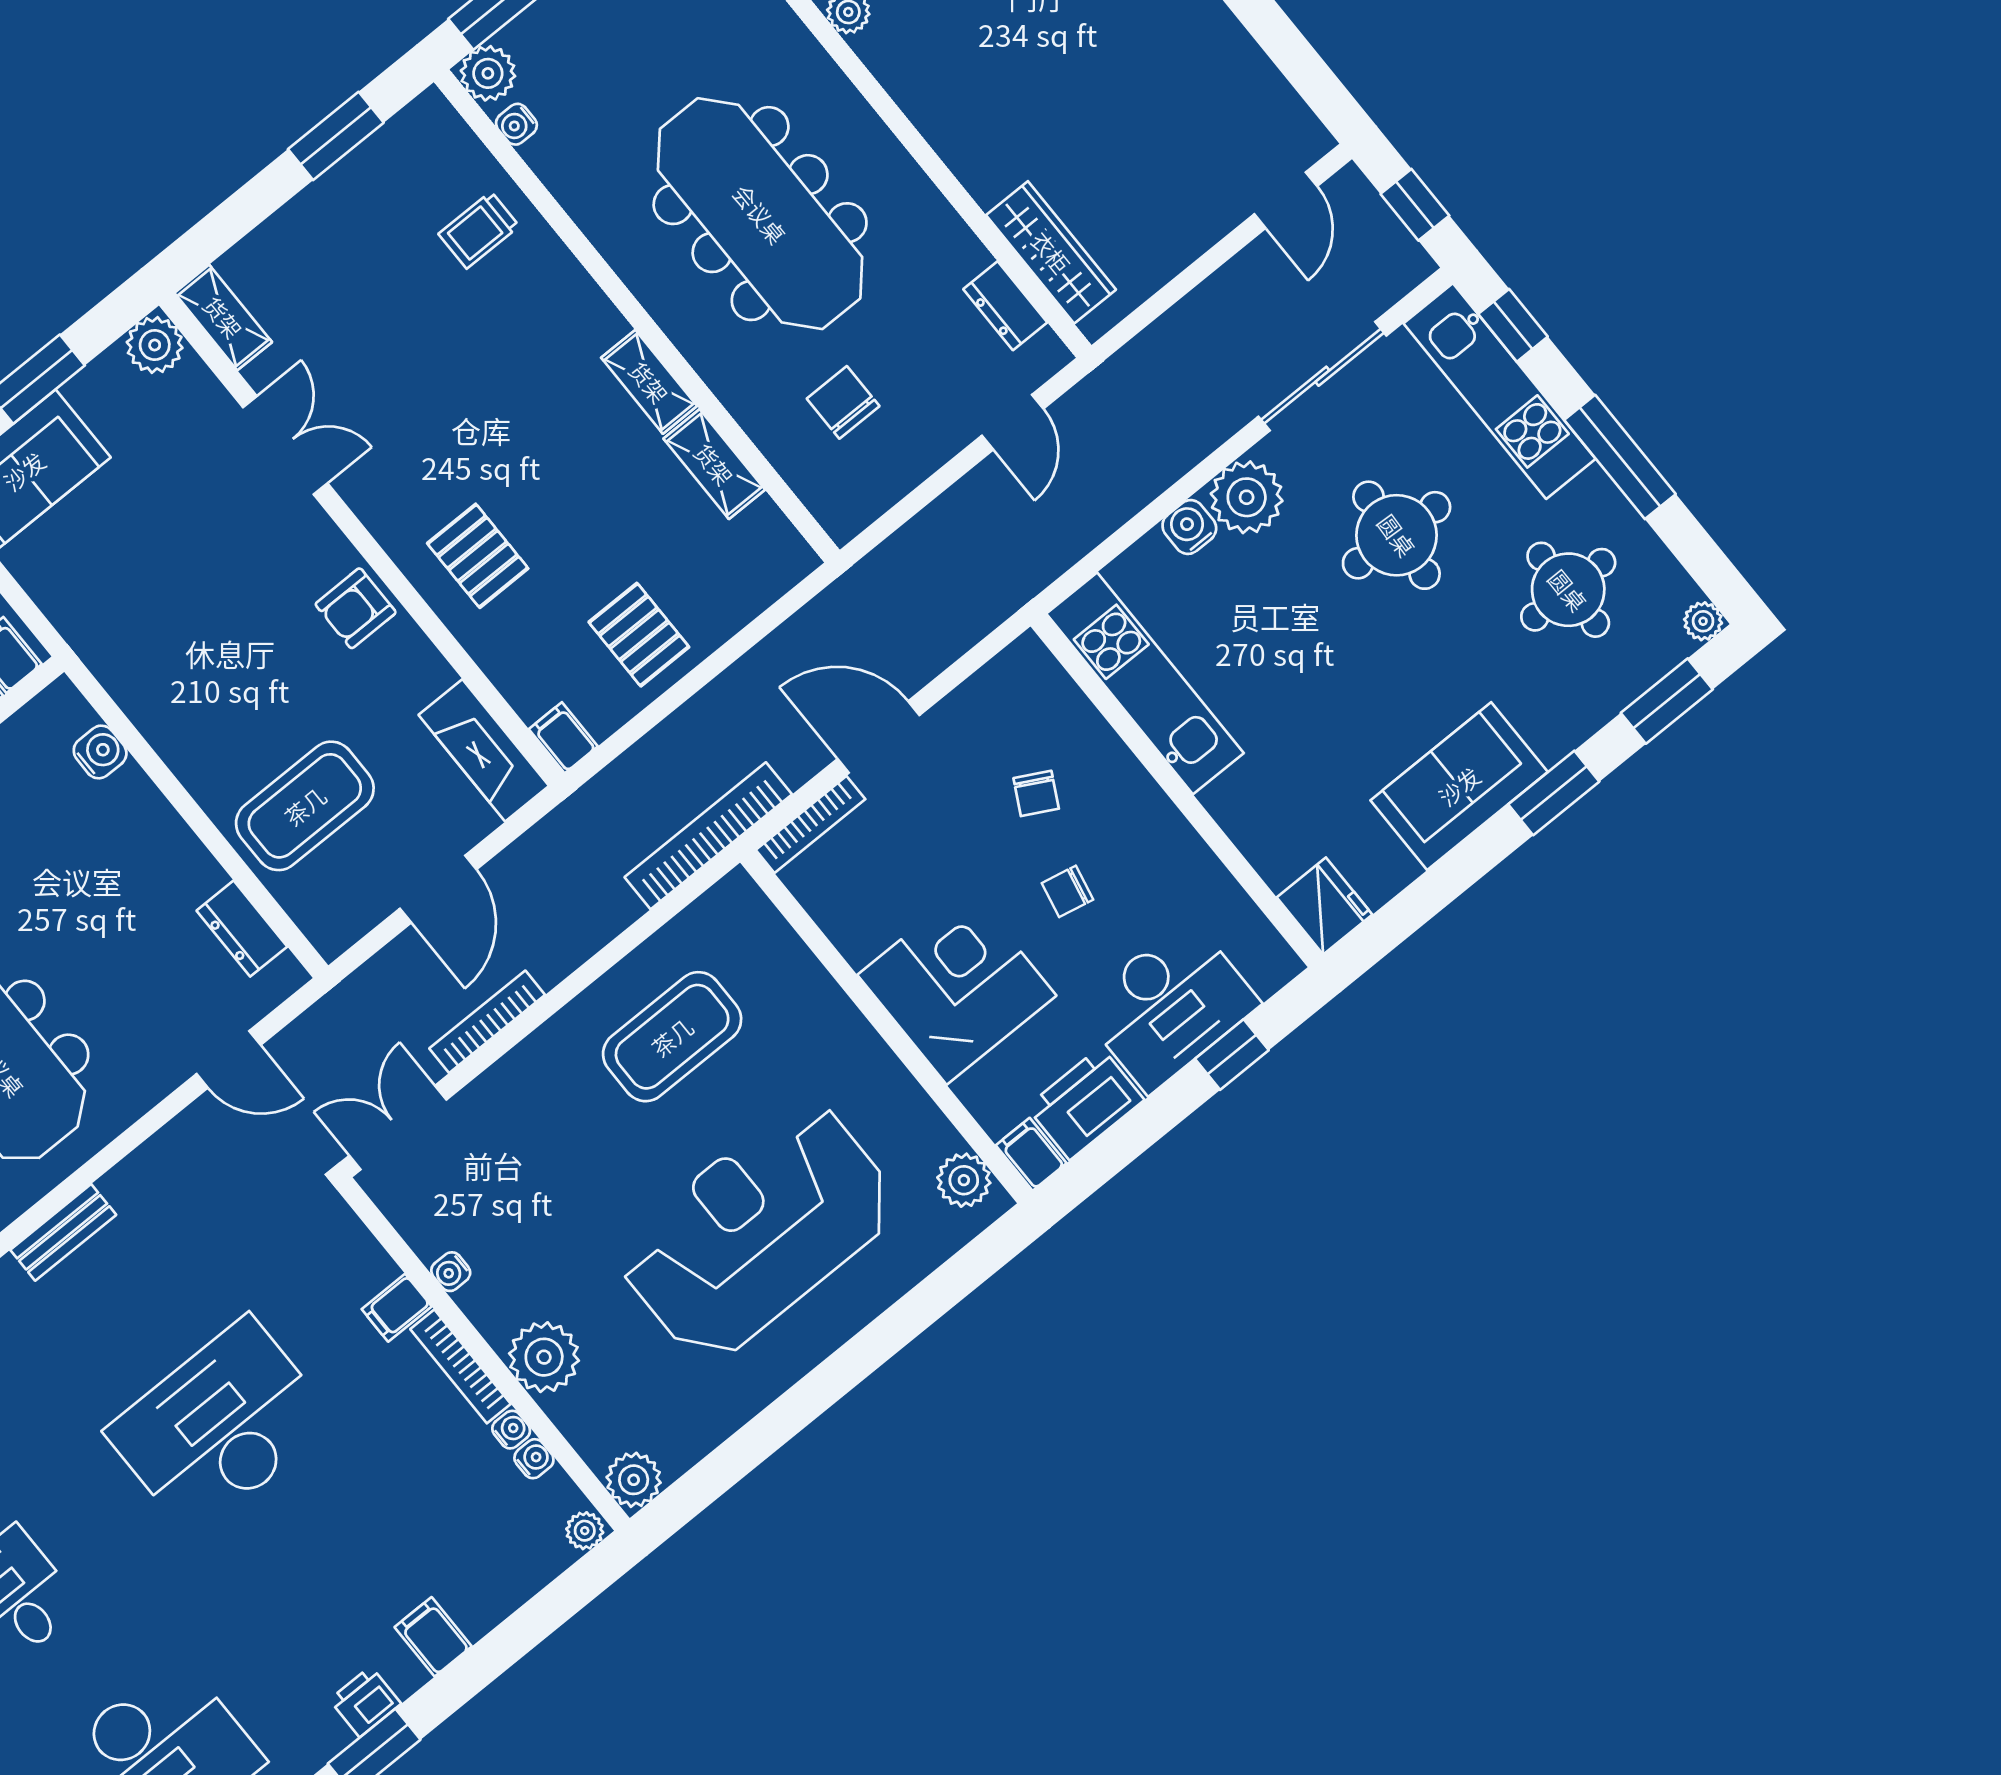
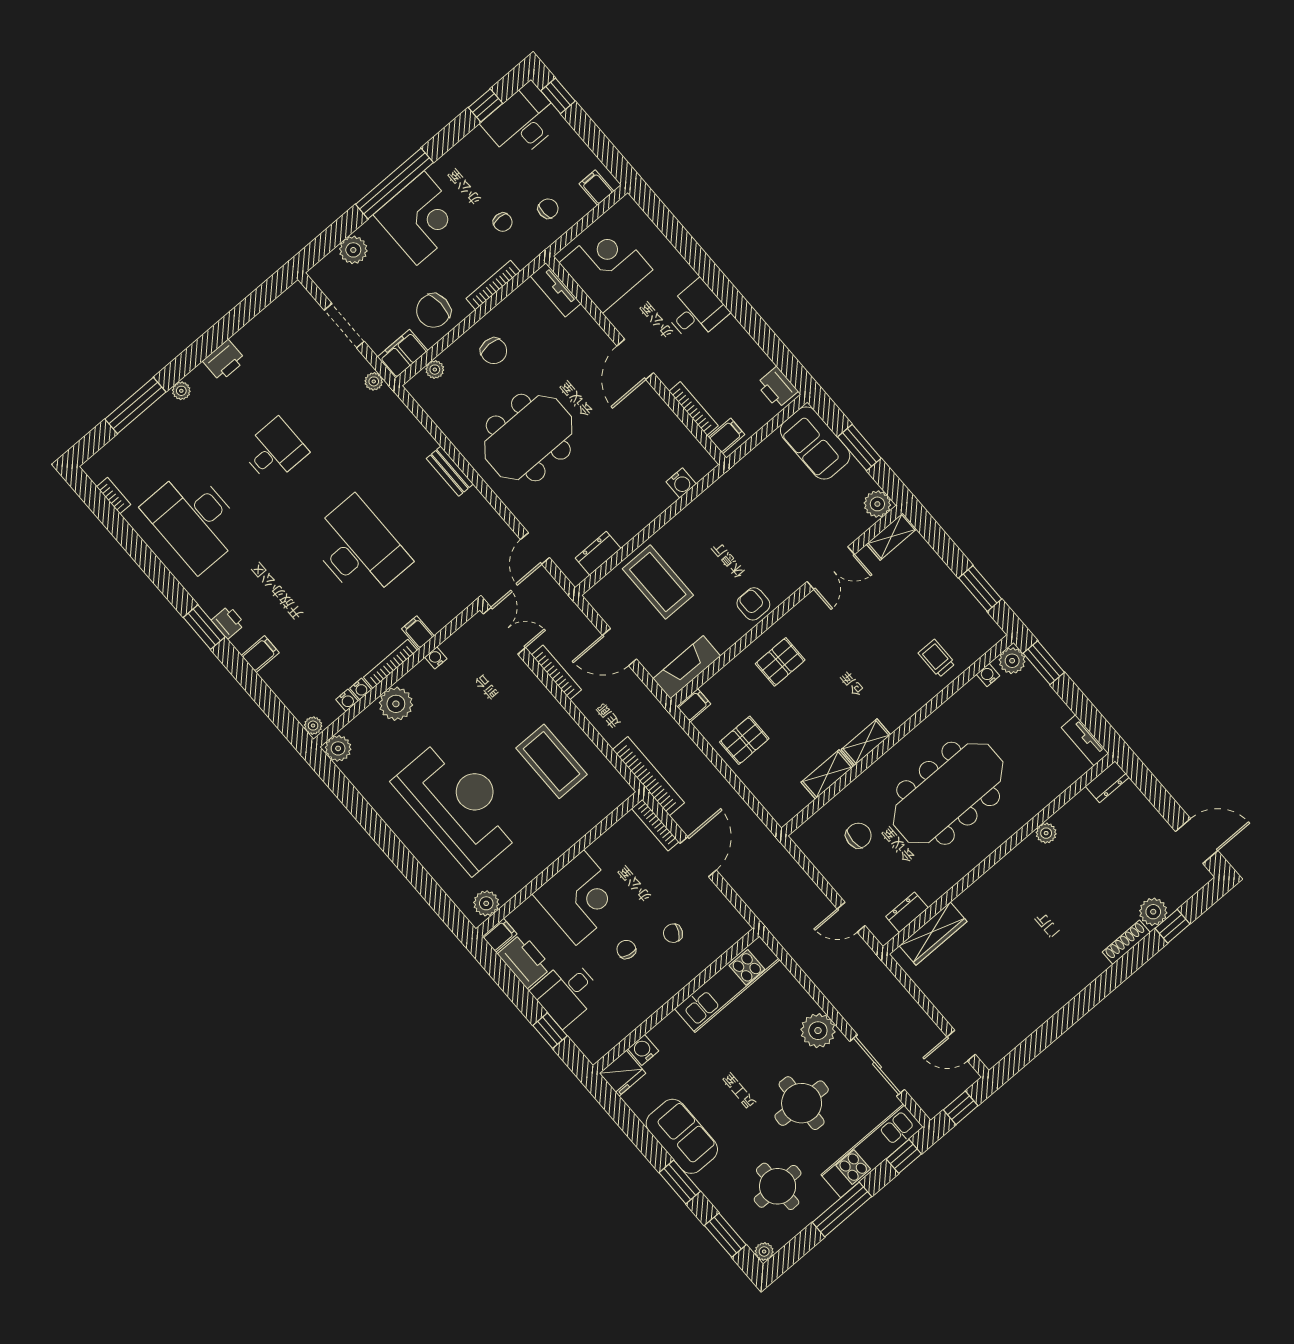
water cooler: (1189, 527) -> (643, 1050), moved, turned -90
desk: (1169, 1005) -> (567, 992), width x0.73

